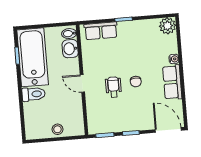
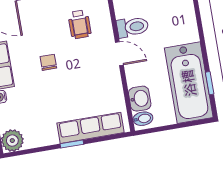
row of seats: (101, 31) -> (91, 128), width x1.48
wheelchair: (113, 87) -> (80, 24), moved
toilet: (34, 94) -> (133, 27), moved, turned 180

